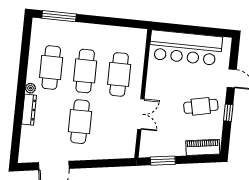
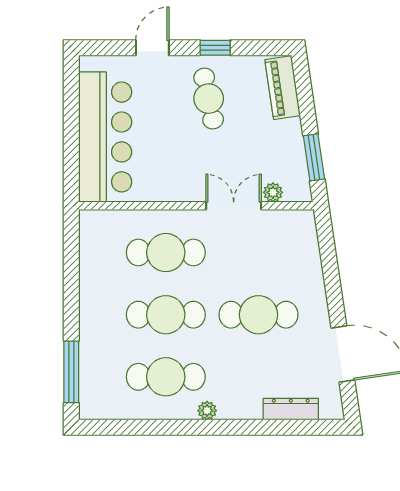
dresser: (29, 110) -> (291, 409), moved
plant: (146, 136) -> (273, 192), added

